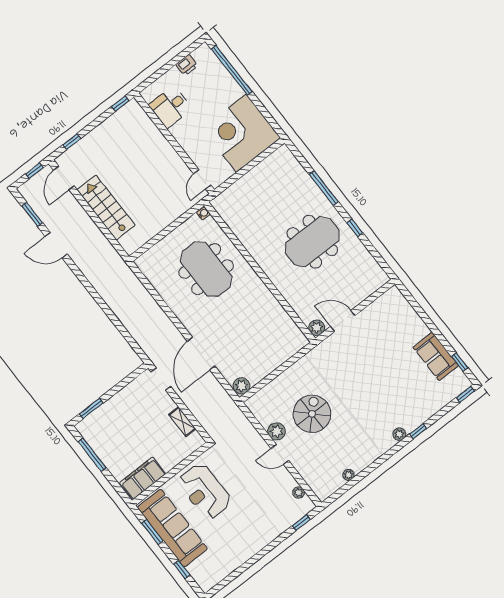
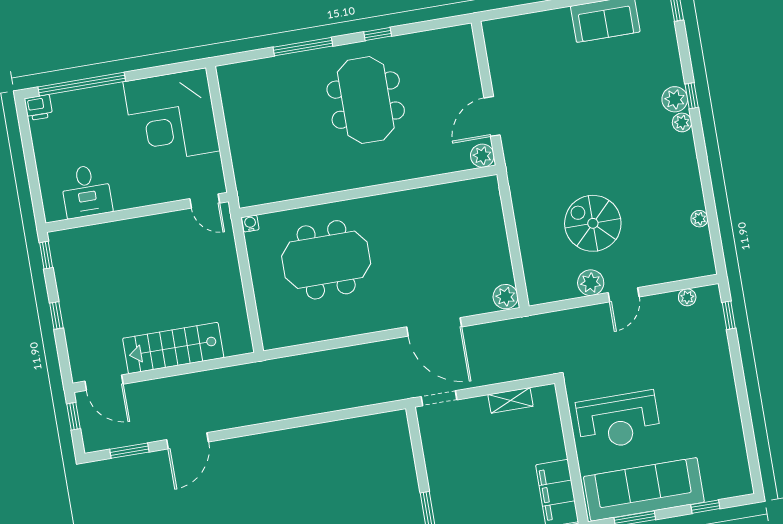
printer: (187, 65) -> (39, 108), moved, turned 90
window: (72, 142) -> (56, 316), moved
plant: (411, 423) -> (675, 99), added

